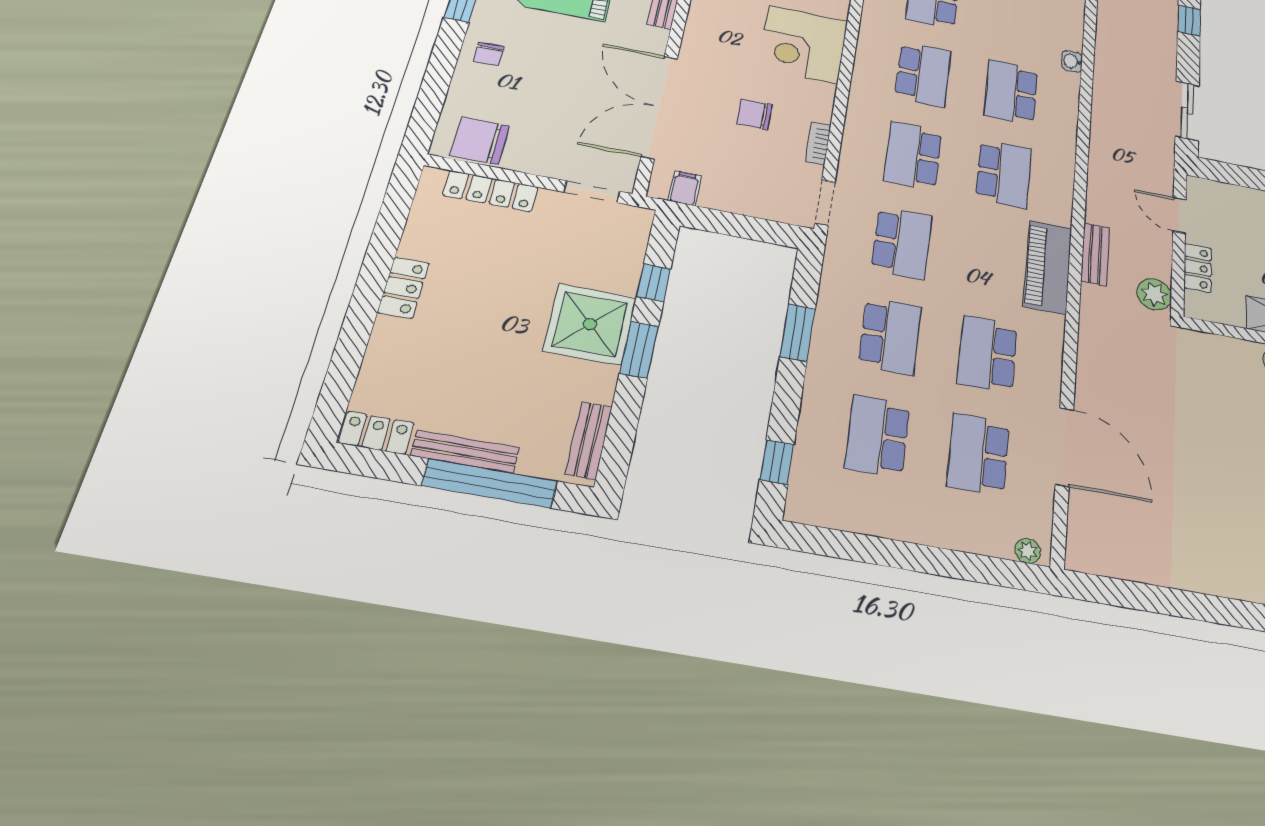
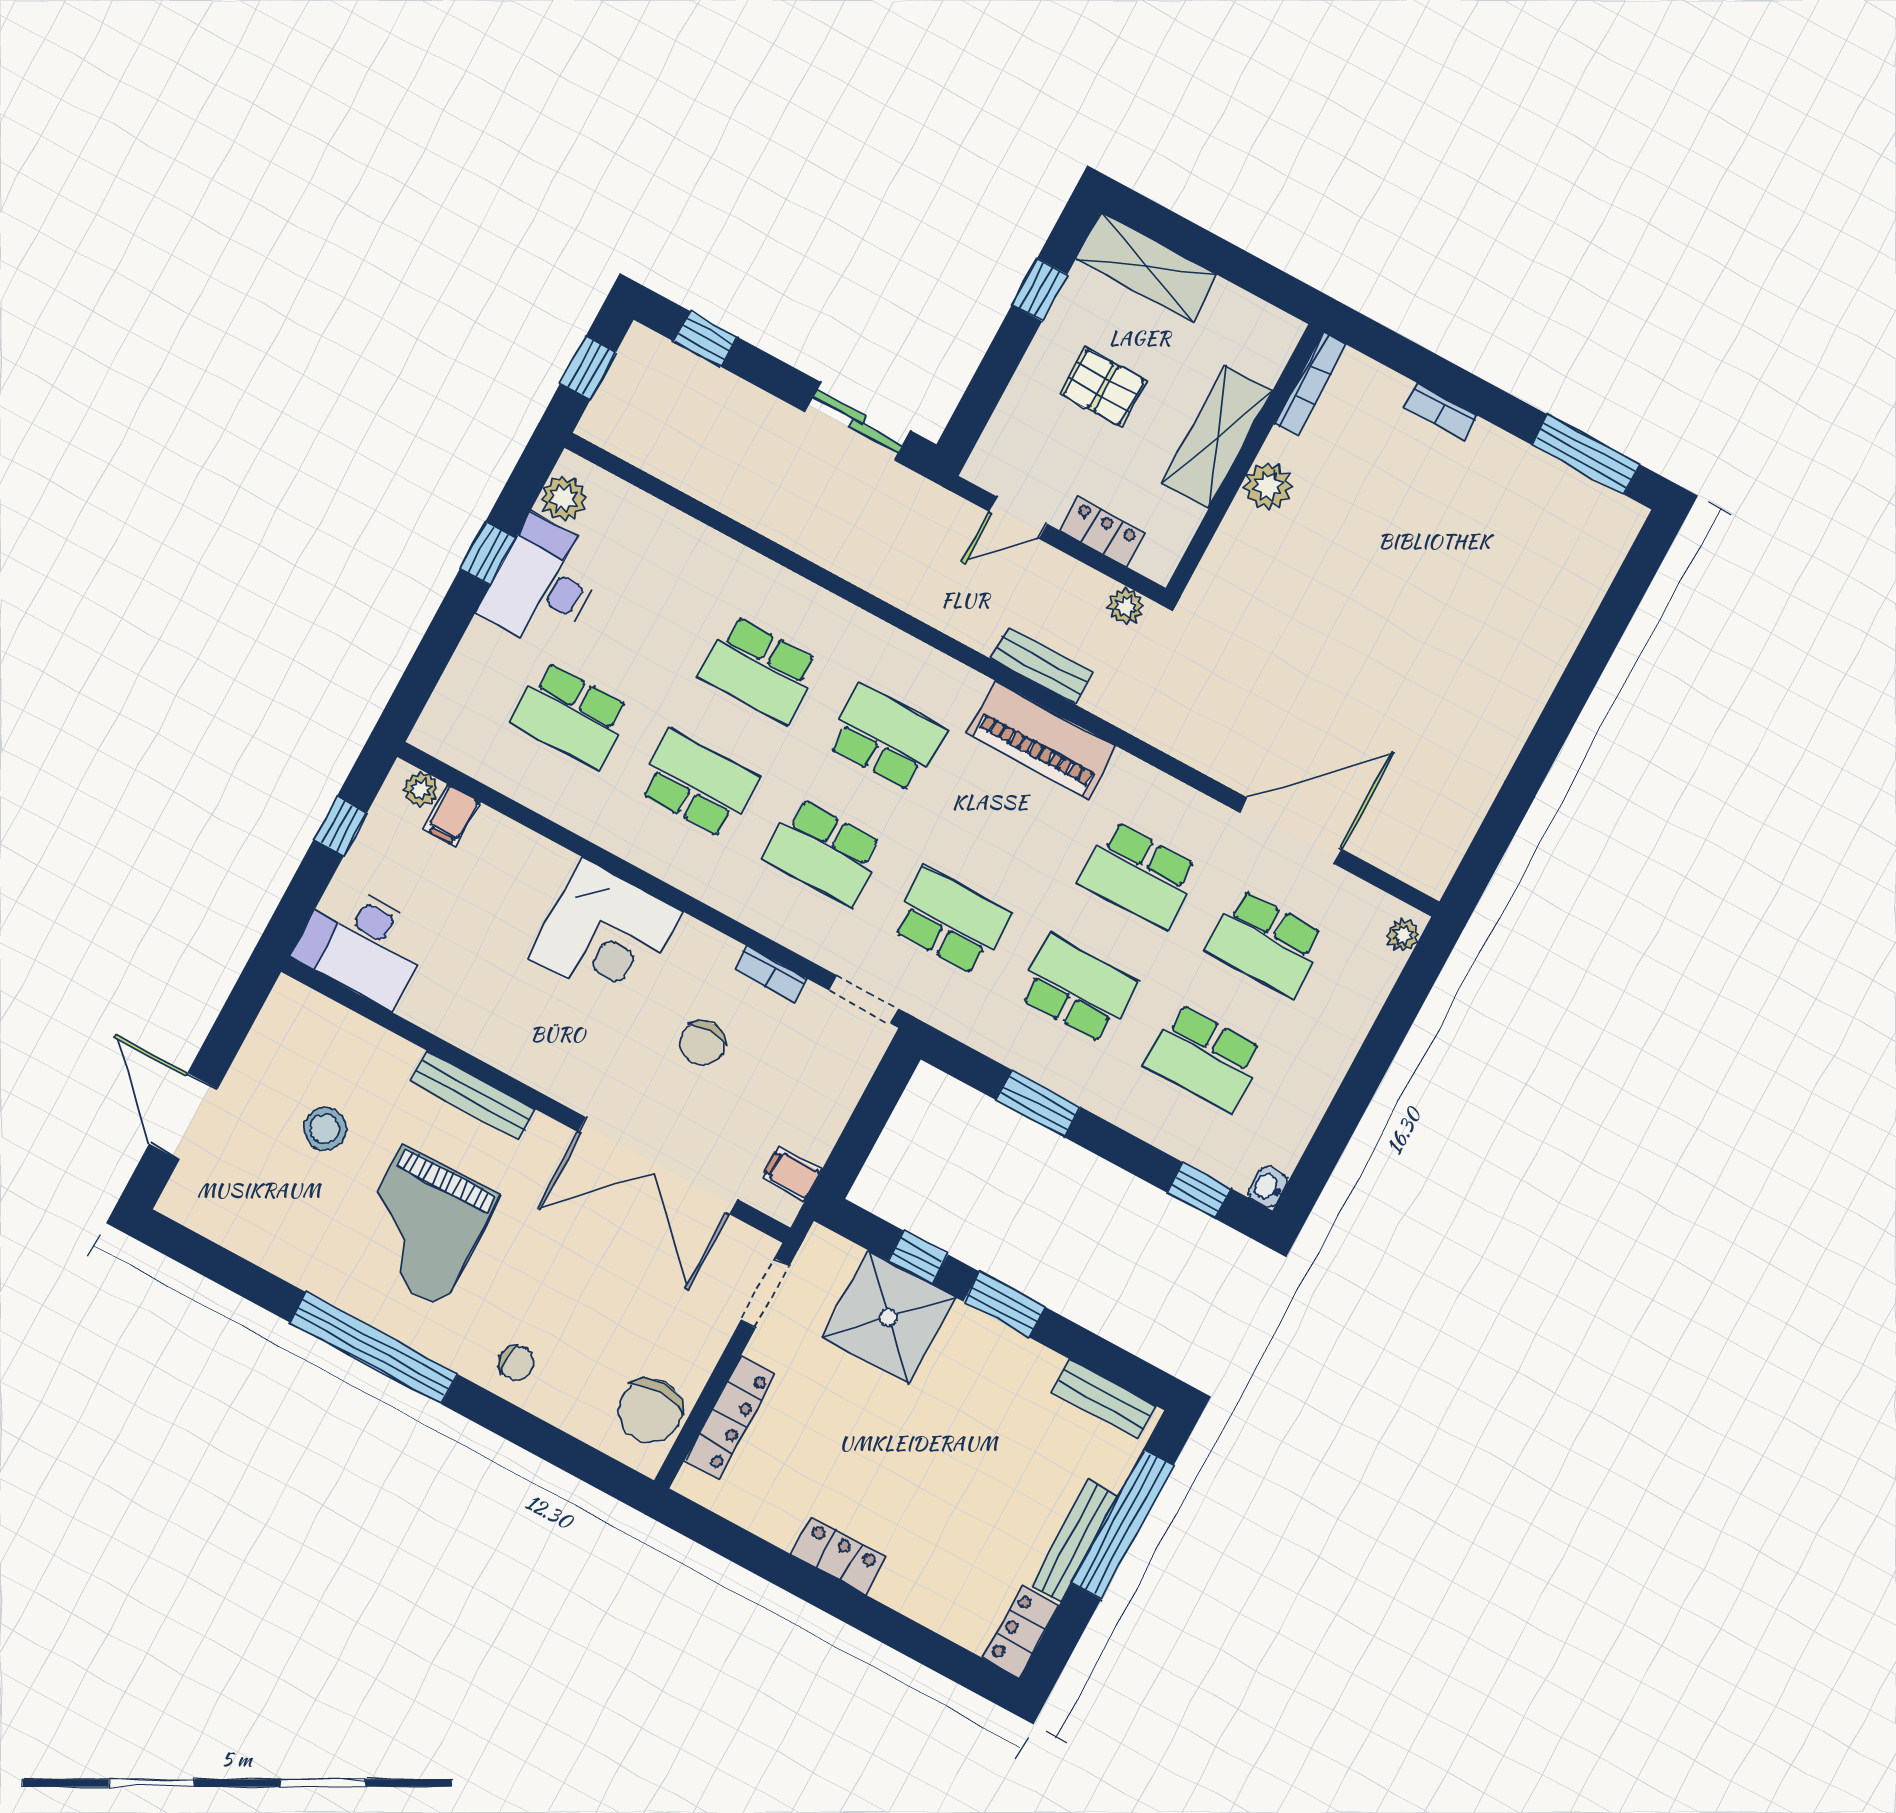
washbasin: (1072, 61) -> (1268, 1187), moved, turned 90
plant: (1154, 294) -> (1126, 606), width x0.73, depth x0.73
shower: (590, 324) -> (889, 1317), moved

